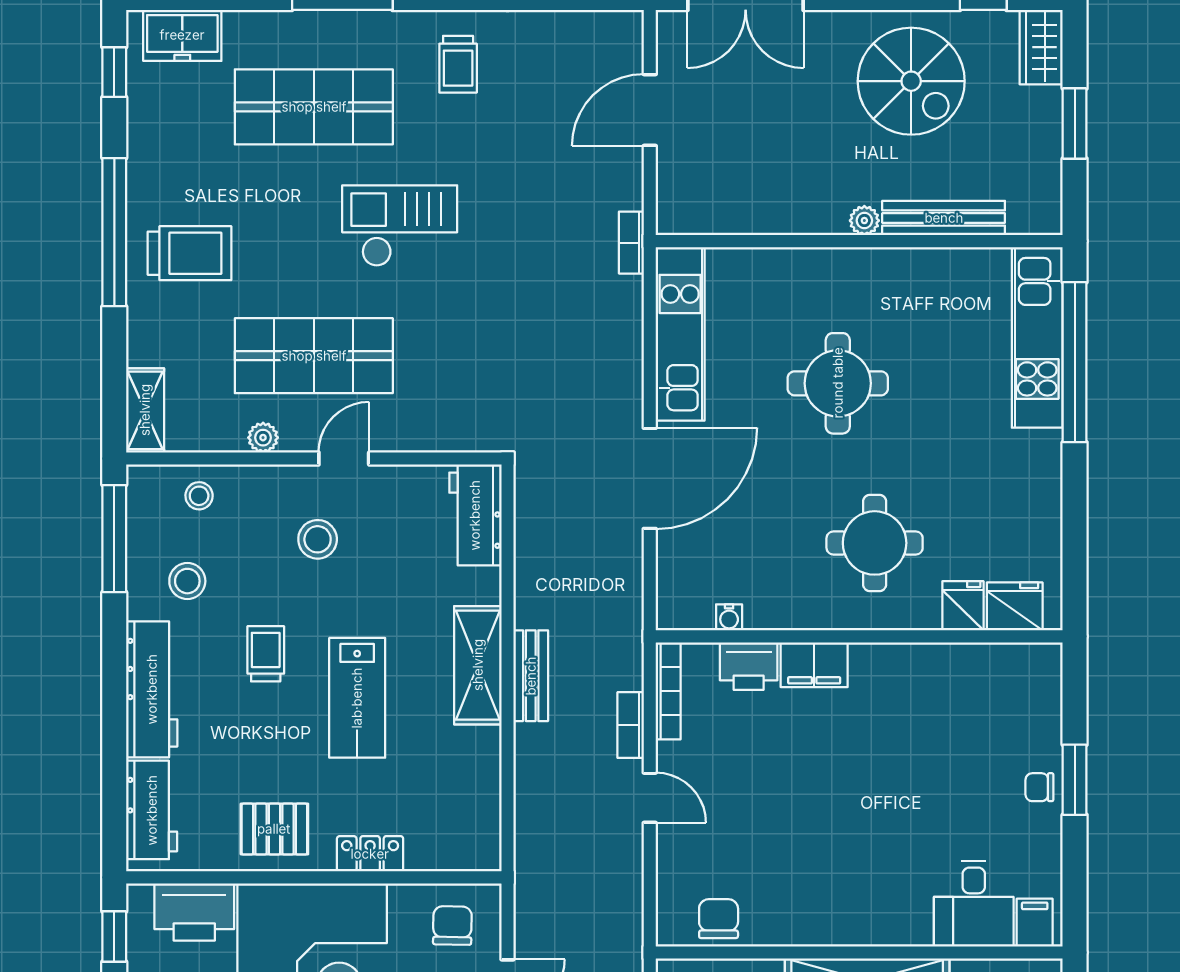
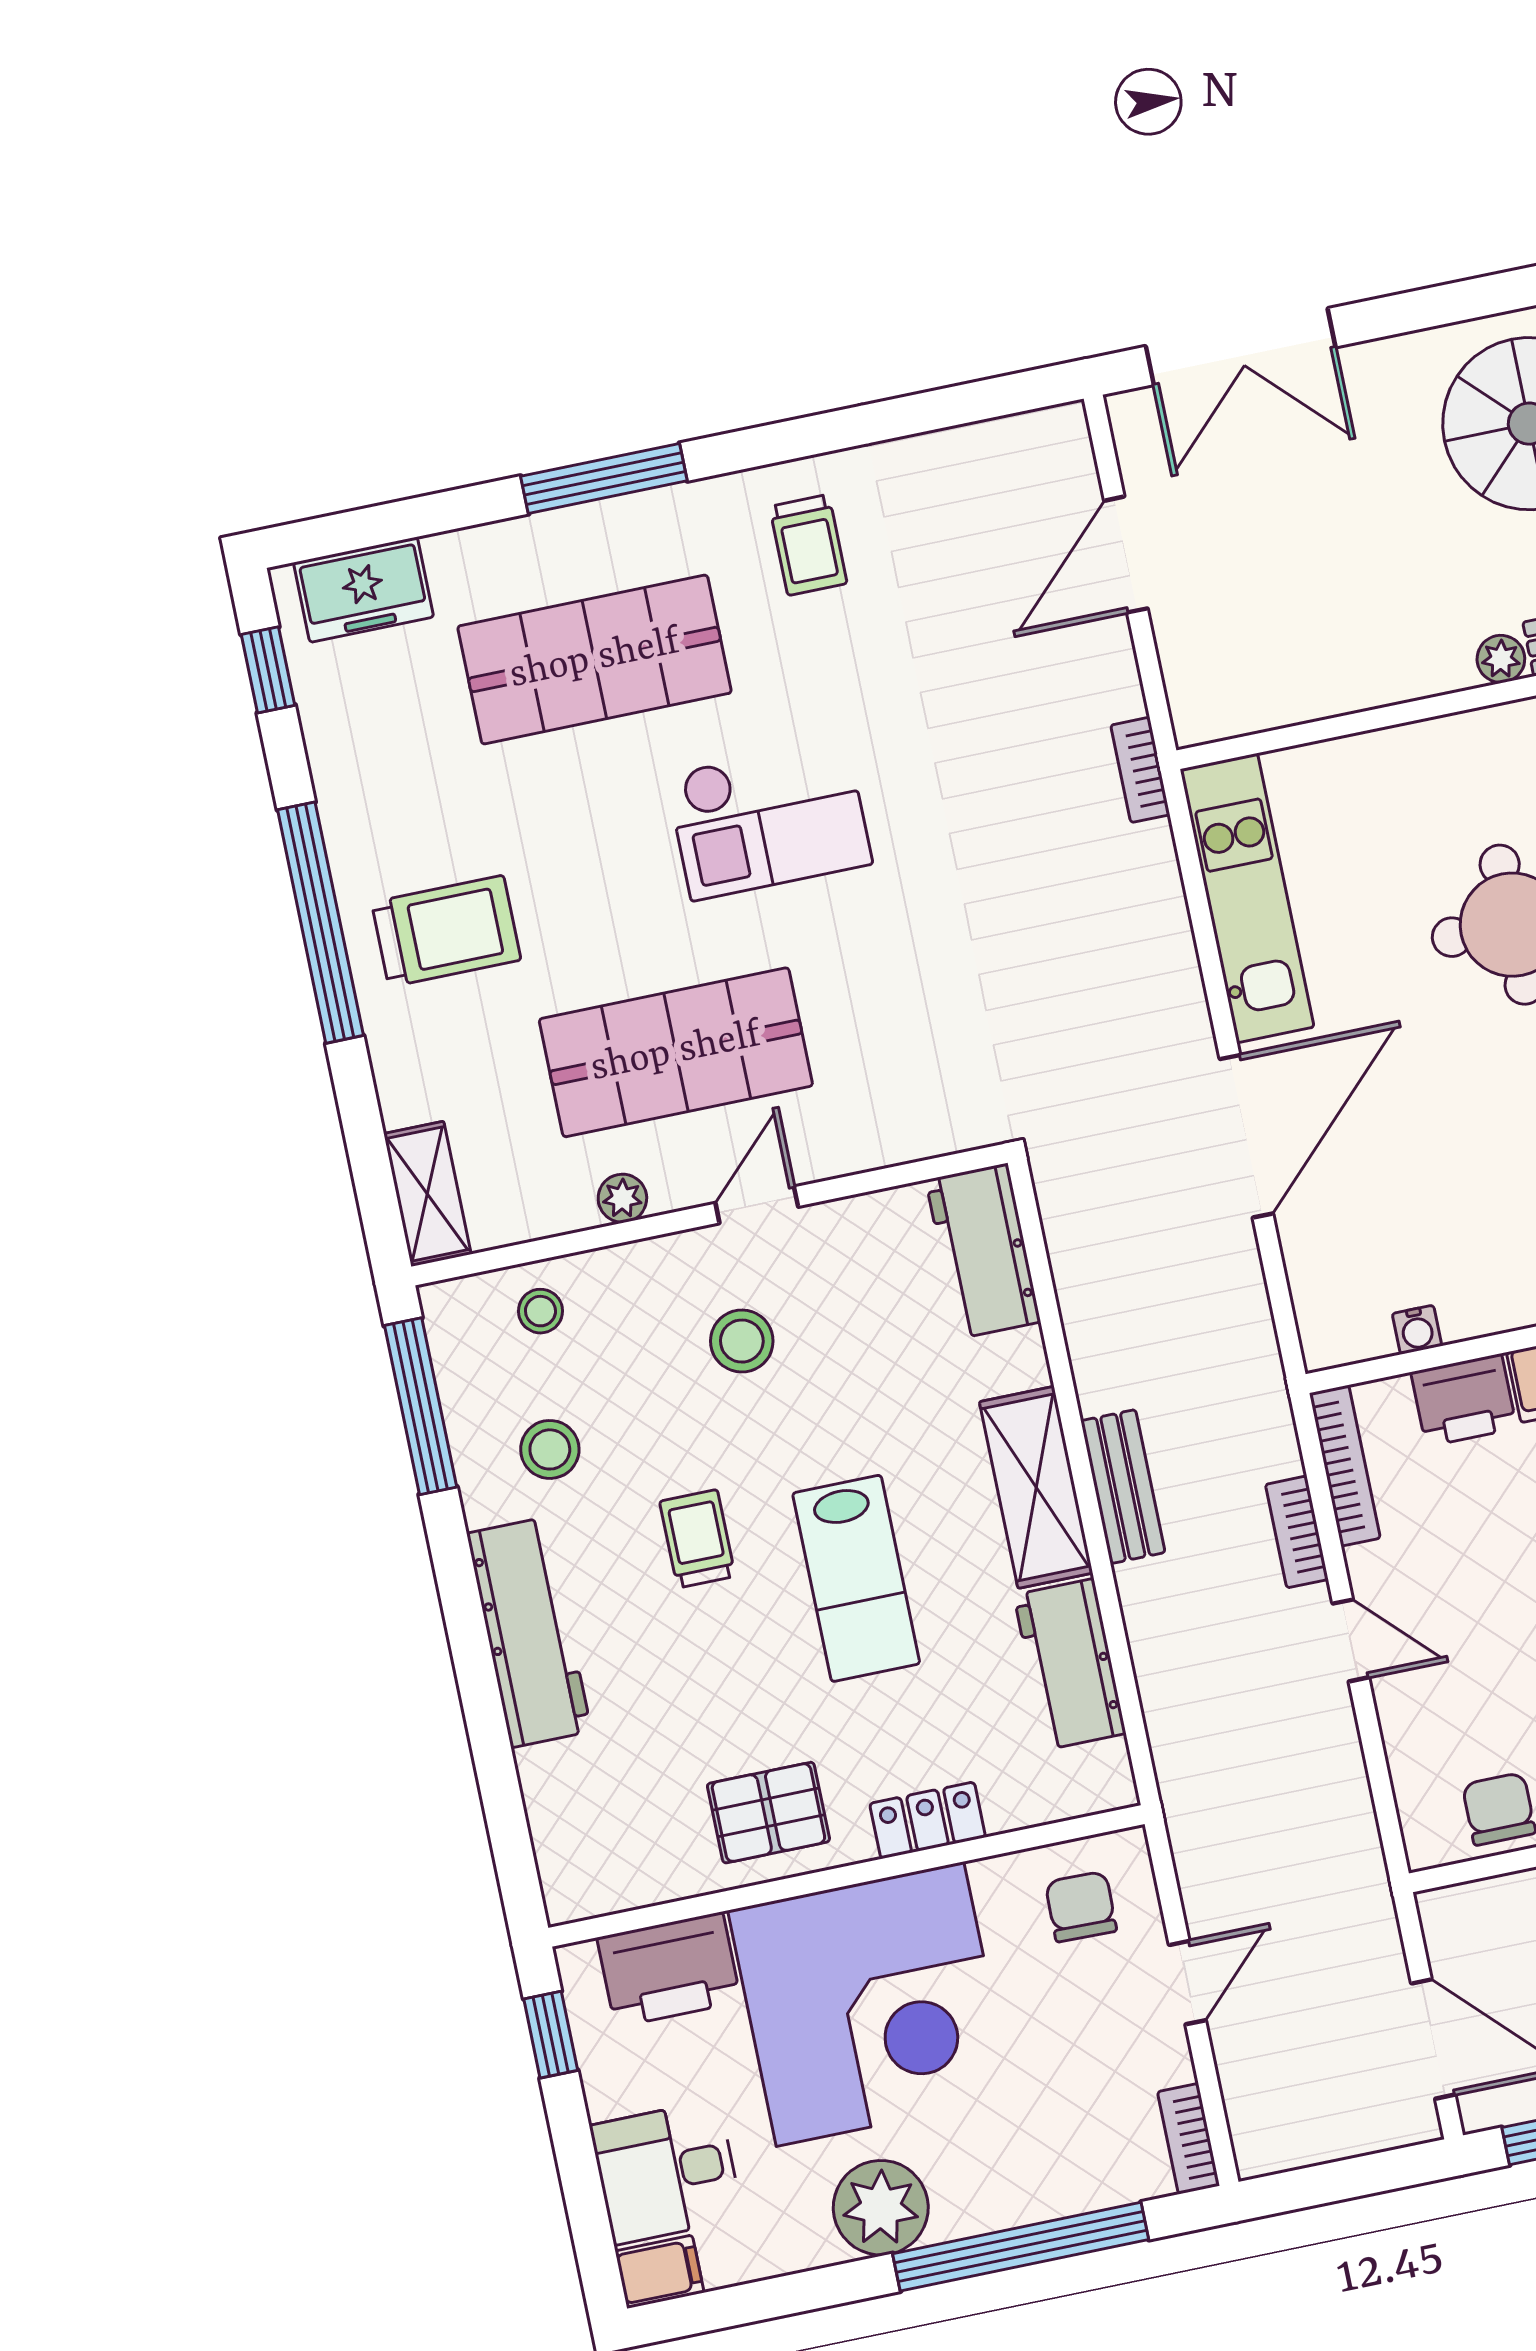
checkout: (400, 226) -> (769, 819), turned 180
workbench: (152, 810) -> (1070, 1664), moved, turned 180

